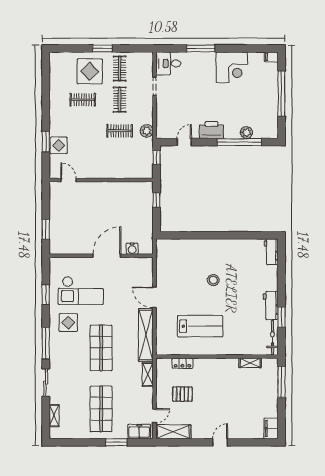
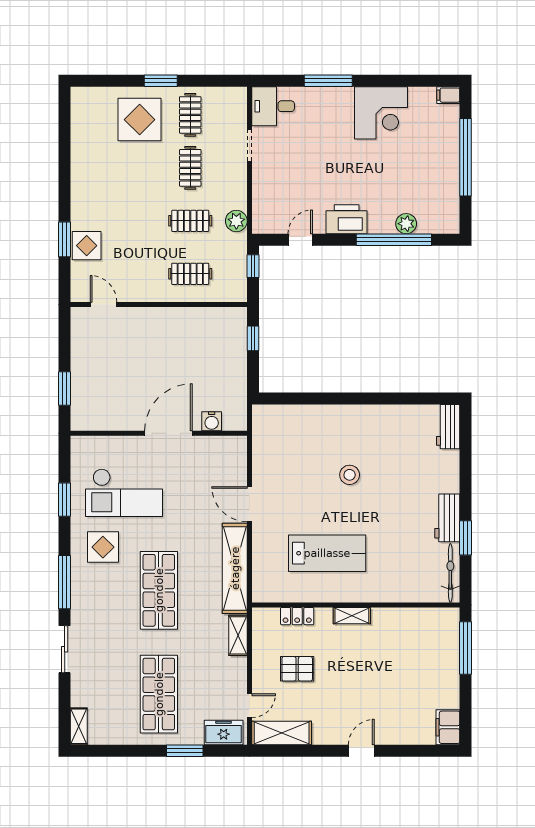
clothes rail: (83, 100) -> (190, 274), moved
shelving: (250, 363) -> (352, 616), moved
shelving: (54, 416) -> (79, 726), moved

